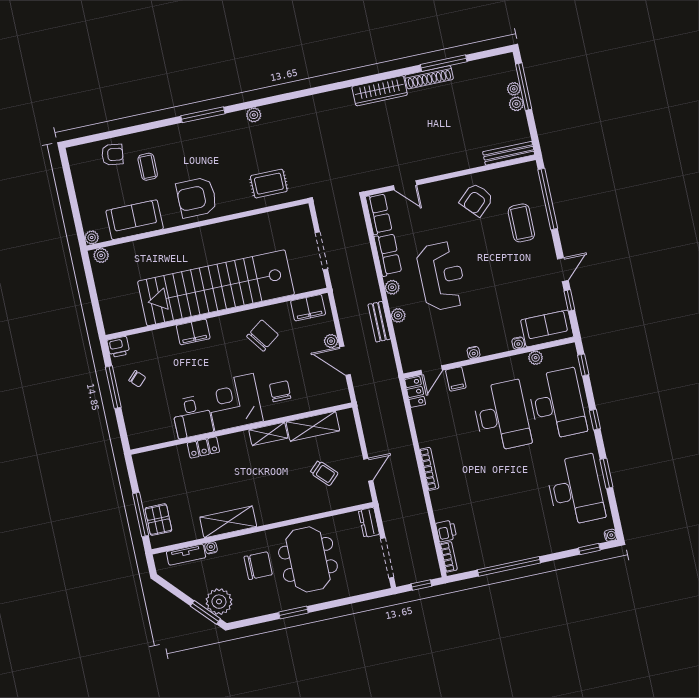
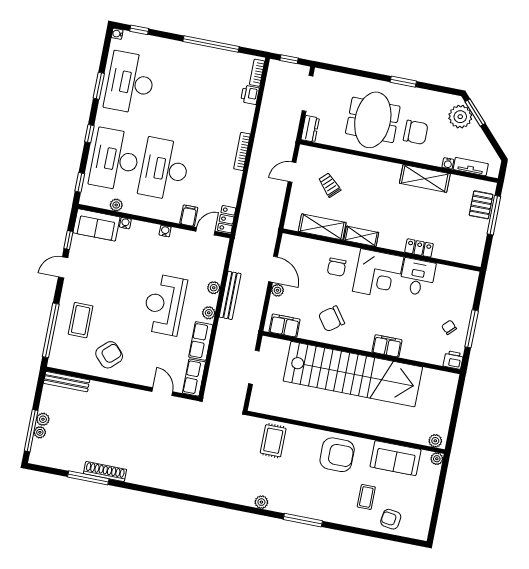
wardrobe: (380, 91) -> (150, 478), removed
rug: (269, 184) -> (273, 441), turned 90
bench: (379, 322) -> (230, 295), width x1.36
chair: (258, 566) -> (416, 132), turned 180

